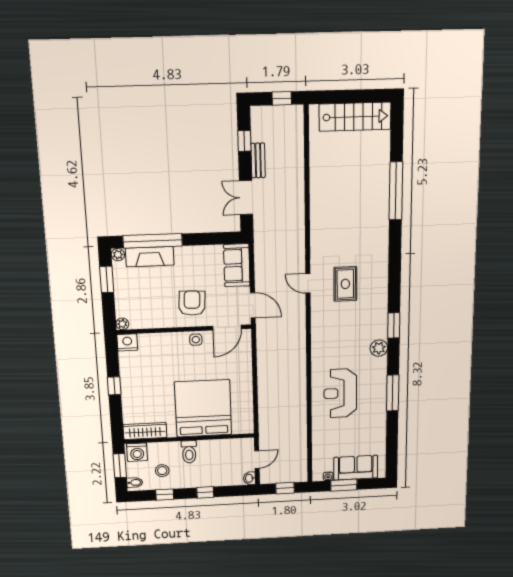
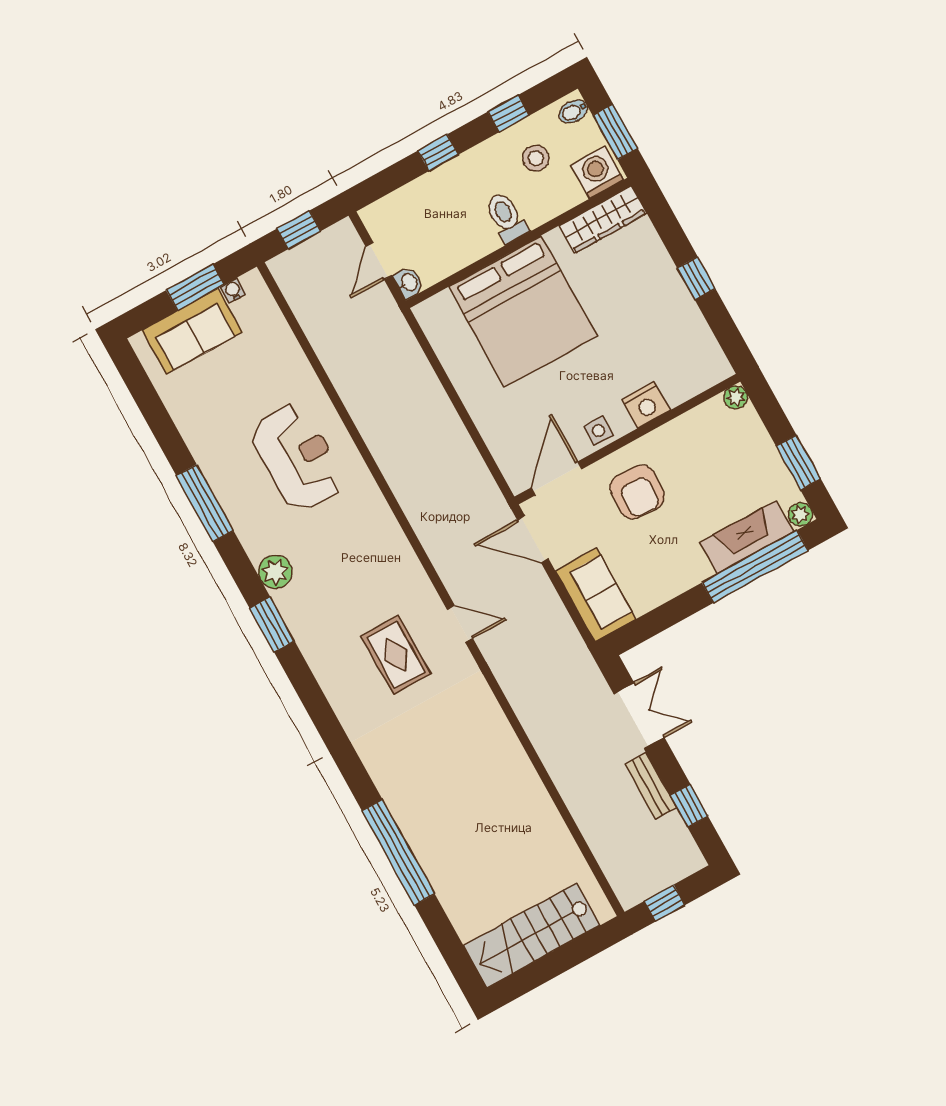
nightstand: (127, 342) -> (646, 405), moved
washbasin: (249, 478) -> (409, 283), moved

